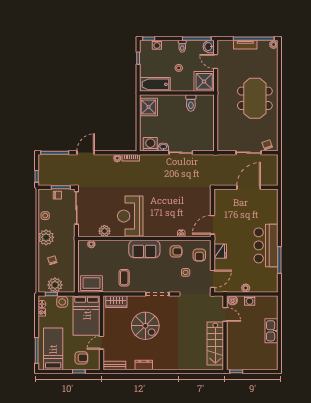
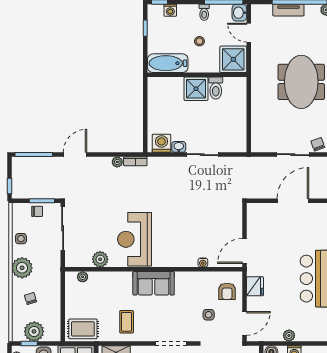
shower: (149, 107) -> (196, 89), moved
armchair: (176, 251) -> (196, 287), removed

